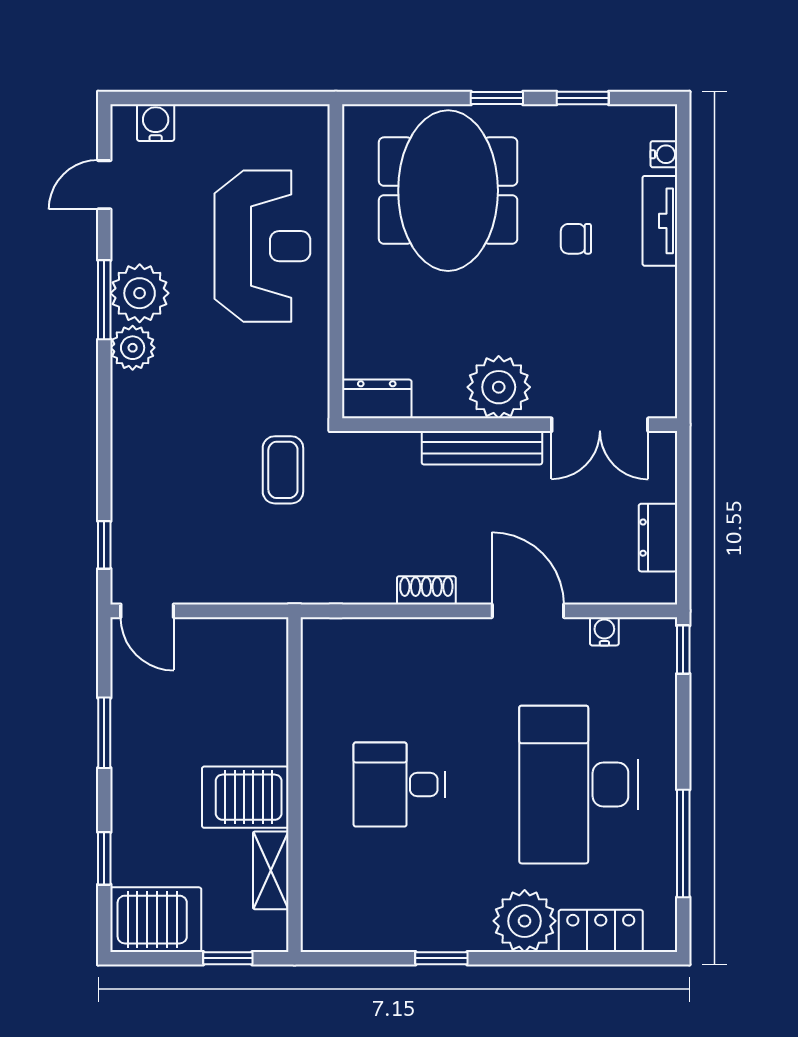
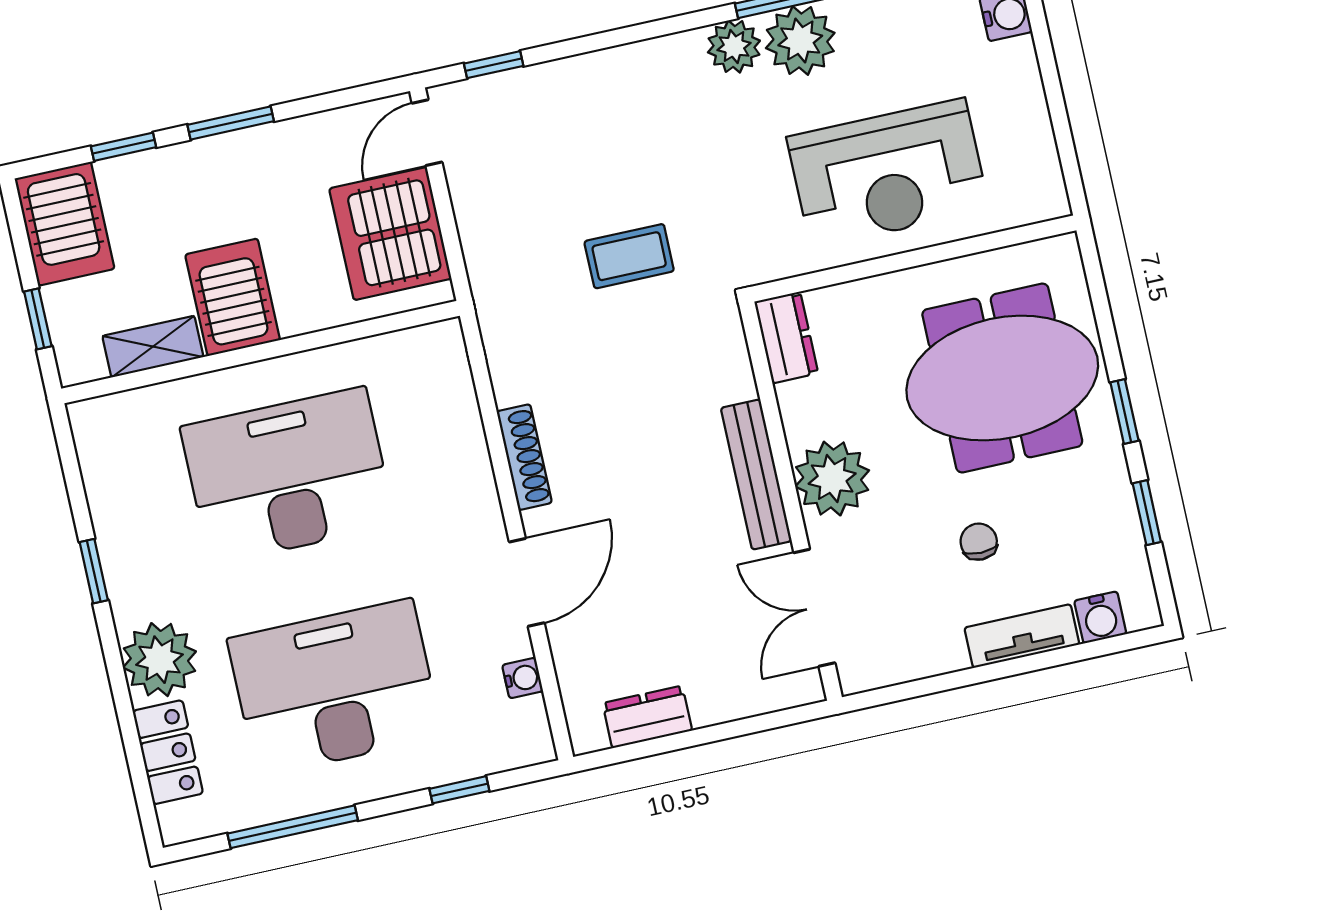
water cooler: (664, 154) -> (1100, 617), width x1.38, depth x1.38
plant: (499, 387) -> (832, 479), moved
dresser: (377, 399) -> (786, 338), moved
wall: (510, 425) -> (791, 501), moved
double door: (600, 425) -> (814, 608), moved
bench: (482, 448) -> (756, 475), moved
shoe rack: (426, 590) -> (524, 457), width x1.43
window: (683, 650) -> (459, 790), moved
server rack: (222, 658) -> (390, 234), added
window: (104, 733) -> (231, 123), moved
desk: (399, 785) -> (288, 476), width x1.87, depth x1.30

